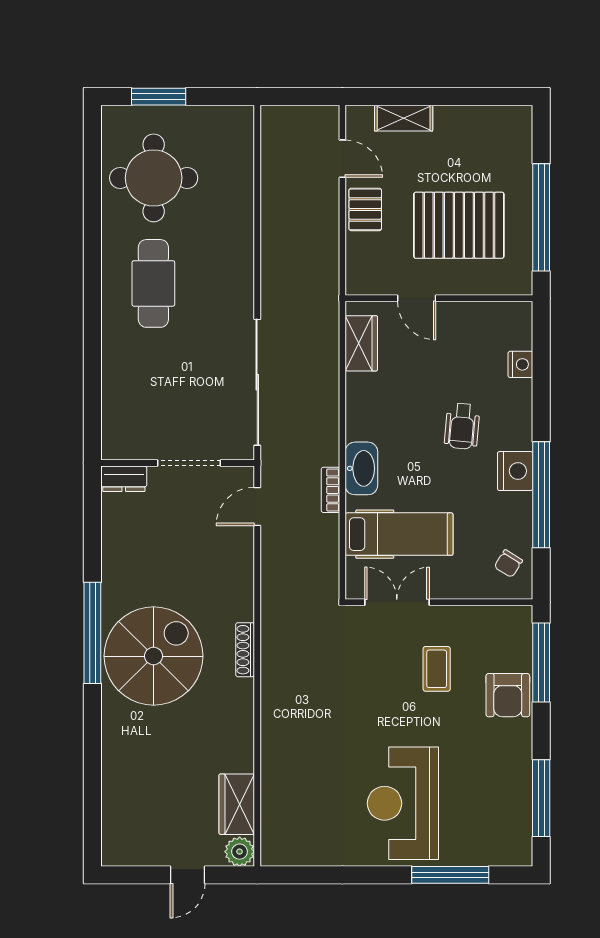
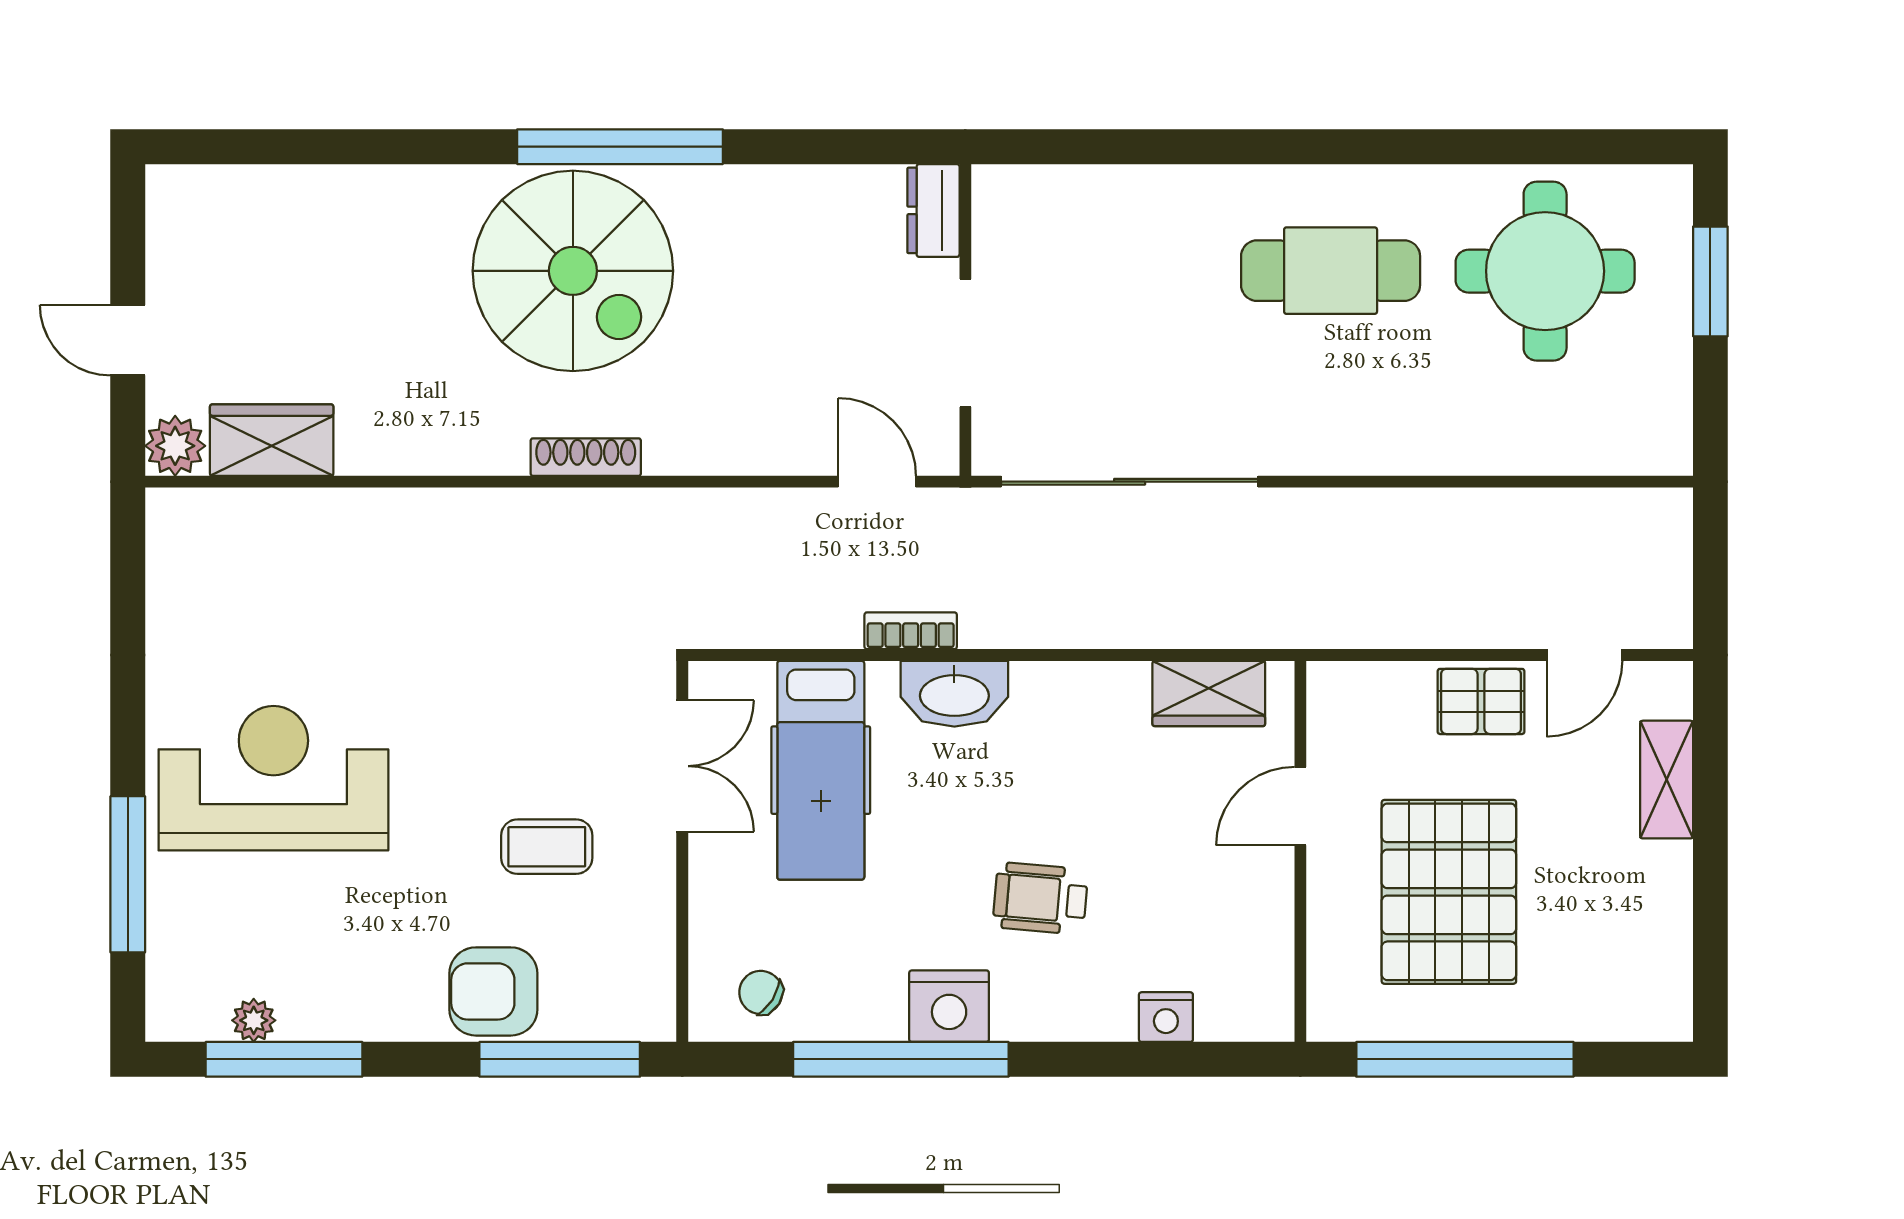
plant: (522, 813) -> (254, 1020), added

